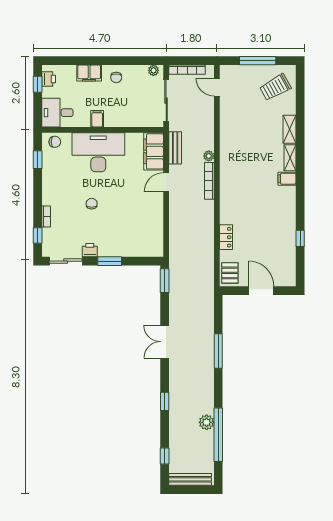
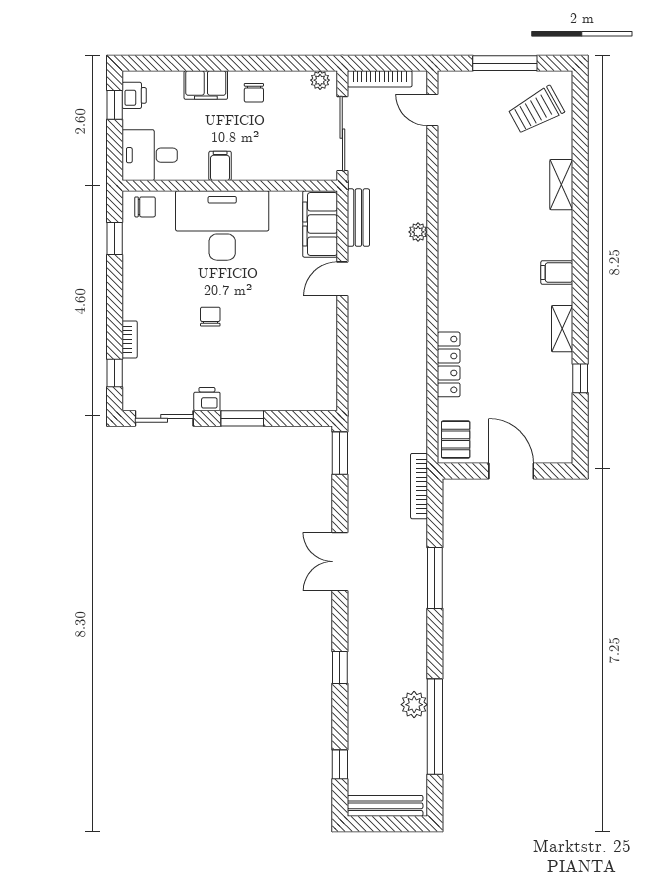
shelving: (290, 158) -> (562, 329), moved
bookcase: (209, 181) -> (419, 486), moved
locker: (226, 237) -> (449, 364), width x1.53

